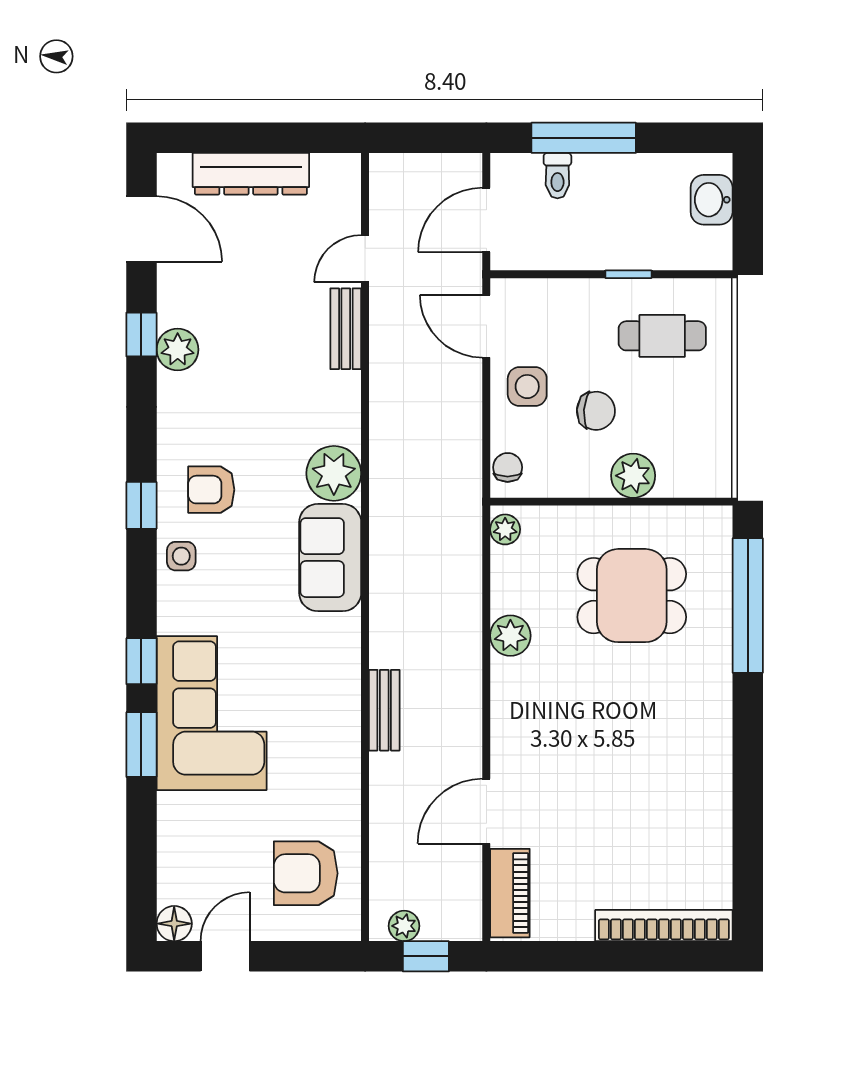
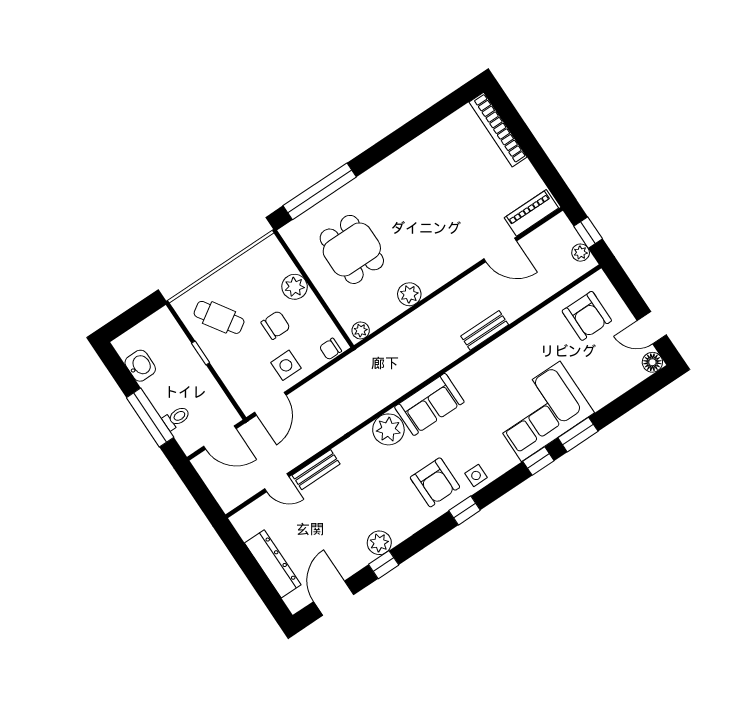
washbasin: (712, 200) -> (140, 366), moved, turned -90
cafe table: (662, 336) -> (219, 317), turned -33
chair: (596, 411) -> (276, 325), turned 86
armchair: (211, 490) -> (435, 482), width x1.38, depth x1.38

